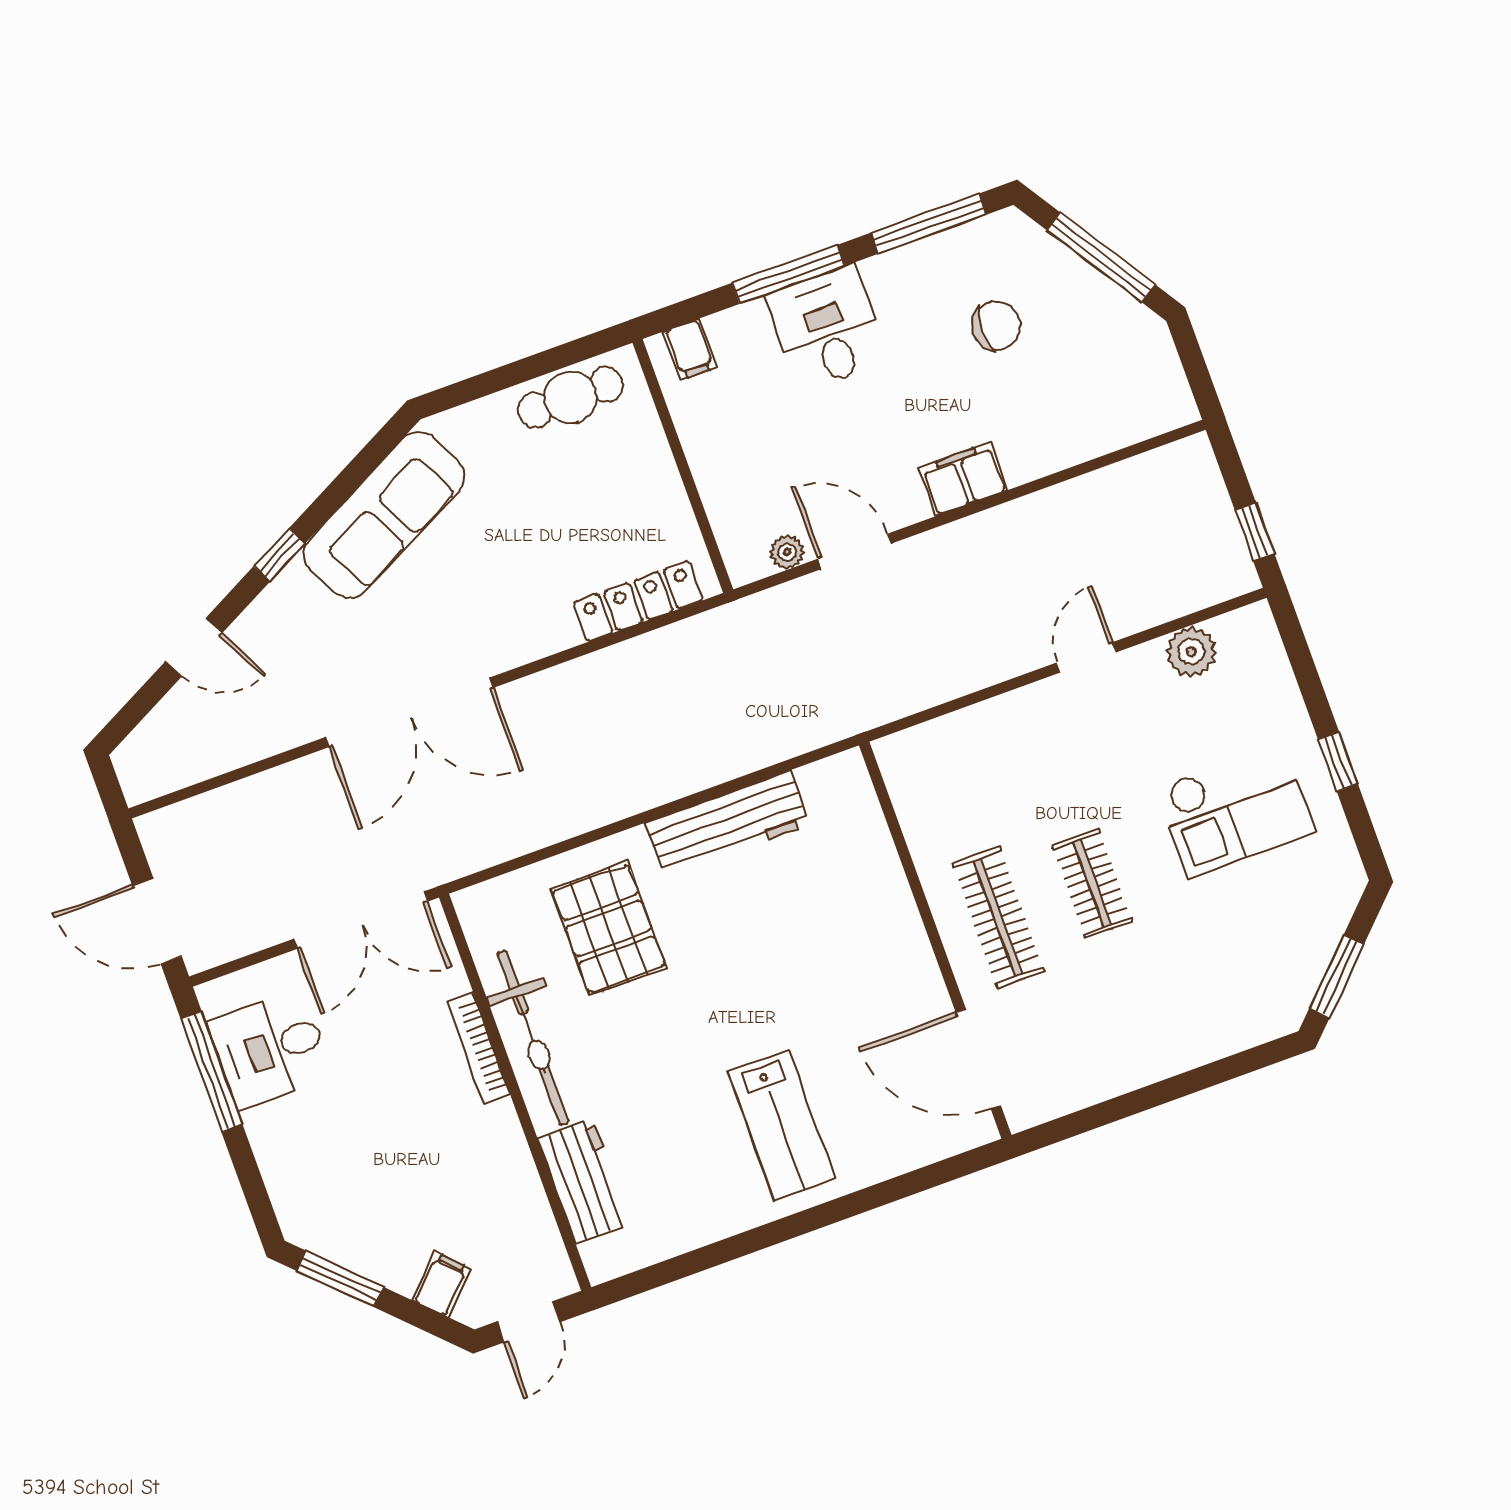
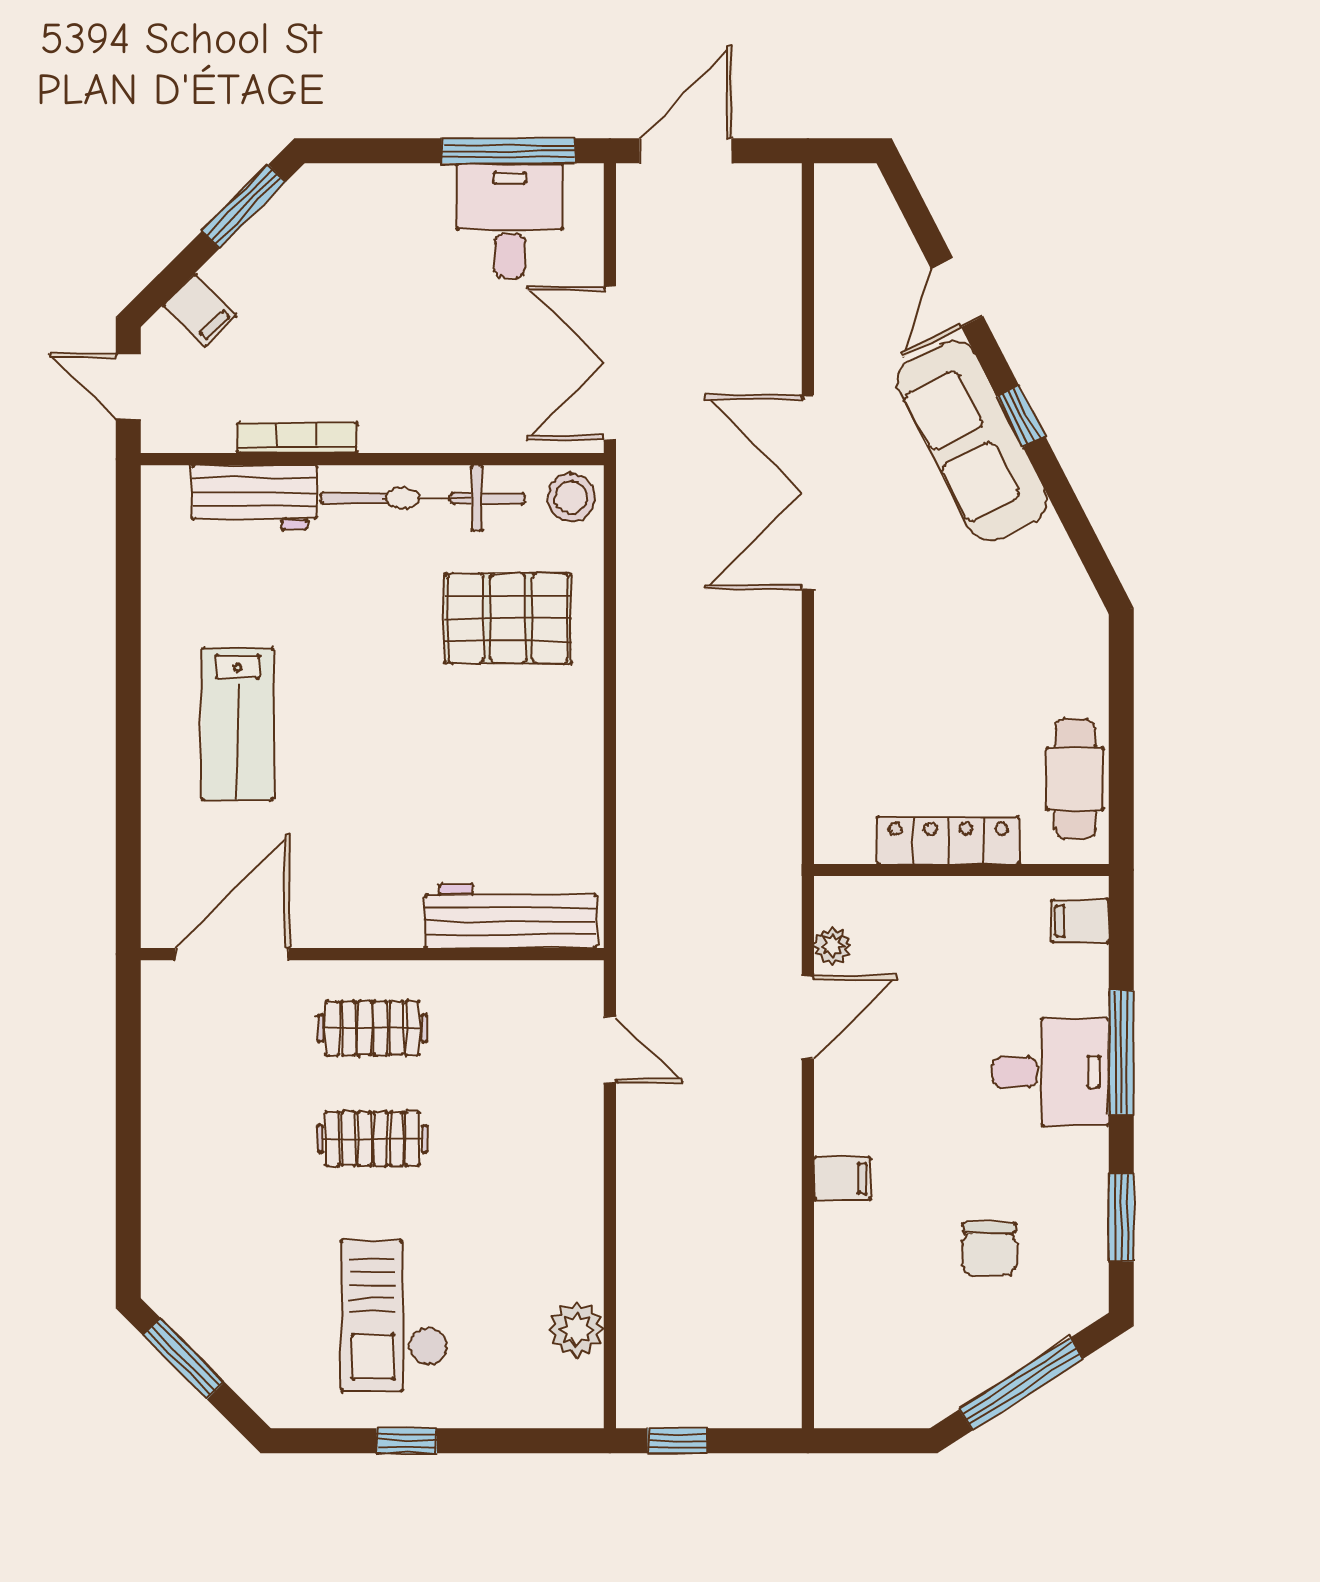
window: (929, 224) -> (1121, 1217), width x0.69
filing cabinet: (963, 479) -> (842, 1179), width x0.50
sofa: (384, 515) -> (972, 441), moved
locker: (638, 601) -> (948, 841), moved, turned -90
door: (1086, 657) -> (610, 1050), moved
workbench: (727, 824) -> (510, 916), moved, turned 90
stool: (487, 912) -> (571, 497), added
clothes rail: (998, 917) -> (372, 1028), width x0.73
bookcase: (479, 1048) -> (297, 438), moved
lab bench: (781, 1125) -> (238, 724), turned -90

